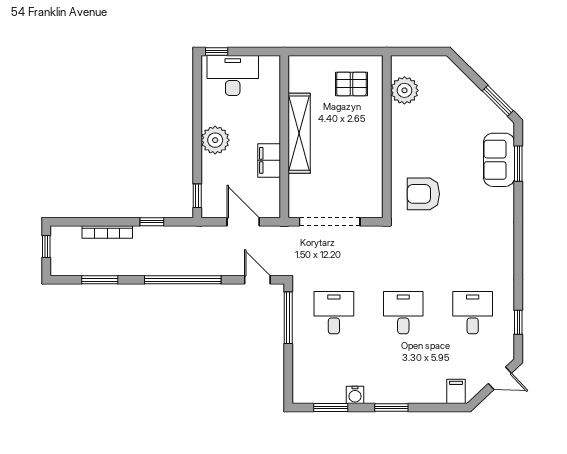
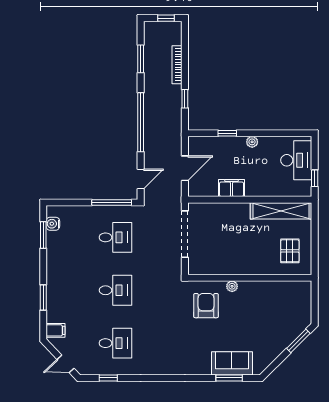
window: (217, 51) -> (315, 178), moved
plant: (404, 90) -> (232, 286), moved, width x0.53, depth x0.53
window: (498, 101) -> (298, 341), moved
shelving: (299, 133) -> (281, 211), moved
plant: (215, 140) -> (252, 142), width x0.53, depth x0.53
window: (197, 196) -> (227, 133), moved
door: (500, 378) -> (65, 364), hinge flipped
water cooler: (355, 395) -> (53, 224), moved
window: (391, 407) -> (43, 297), moved

